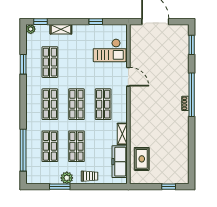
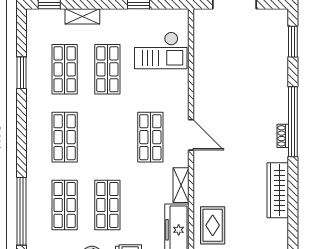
plant: (31, 29) -> (34, 16), removed
door: (128, 77) -> (191, 135), moved
shop shelf: (76, 104) -> (107, 69), moved
wardrobe: (182, 137) -> (278, 190), added

